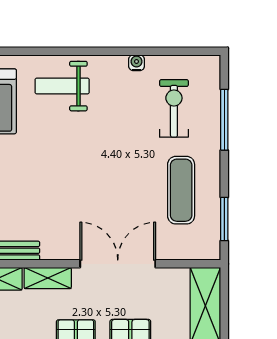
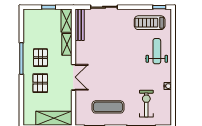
exercise bike: (174, 108) -> (146, 104), turned -90
double door: (118, 264) -> (73, 77), width x0.73

